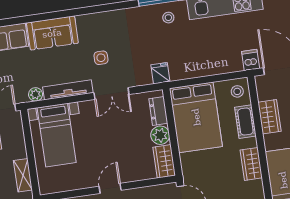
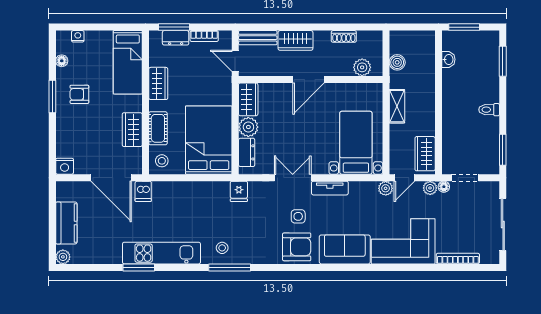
armchair: (98, 29) -> (297, 247), added
tv unit: (68, 90) -> (330, 188), width x0.71
plant: (36, 94) -> (386, 188), moved
door: (110, 188) -> (308, 80), width x1.38

